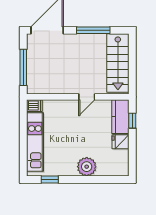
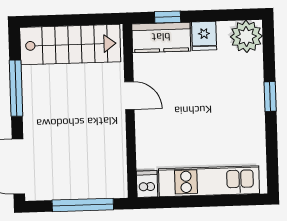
plant: (87, 167) -> (246, 36), moved
window: (50, 180) -> (270, 97), moved

